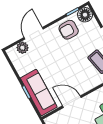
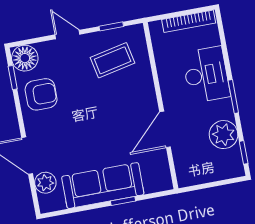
armchair: (69, 30) -> (41, 94), turned -90
sofa: (39, 92) -> (103, 186), moved

